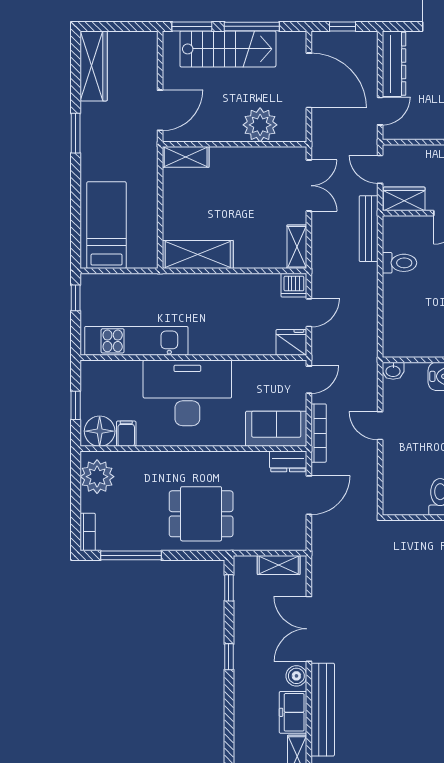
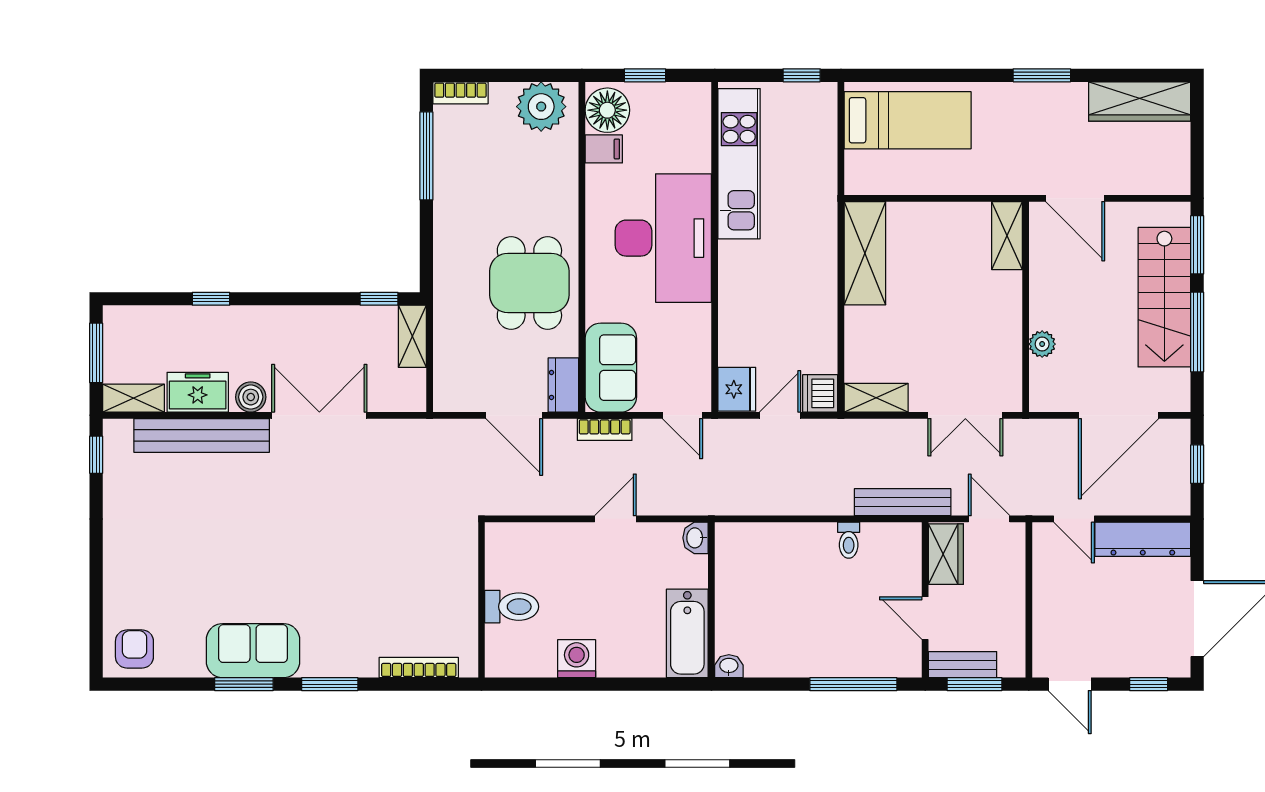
plant: (260, 125) -> (1042, 344), width x0.53, depth x0.53
door: (380, 169) -> (989, 519), hinge flipped
toilet: (399, 263) -> (849, 540), width x0.73, depth x0.72
door: (309, 313) -> (780, 415), swing flipped
bookcase: (319, 433) -> (605, 429), width x0.64
dining table: (201, 514) -> (529, 283), moved
shelving: (279, 565) -> (412, 336), moved
window: (229, 657) -> (211, 299), moved

